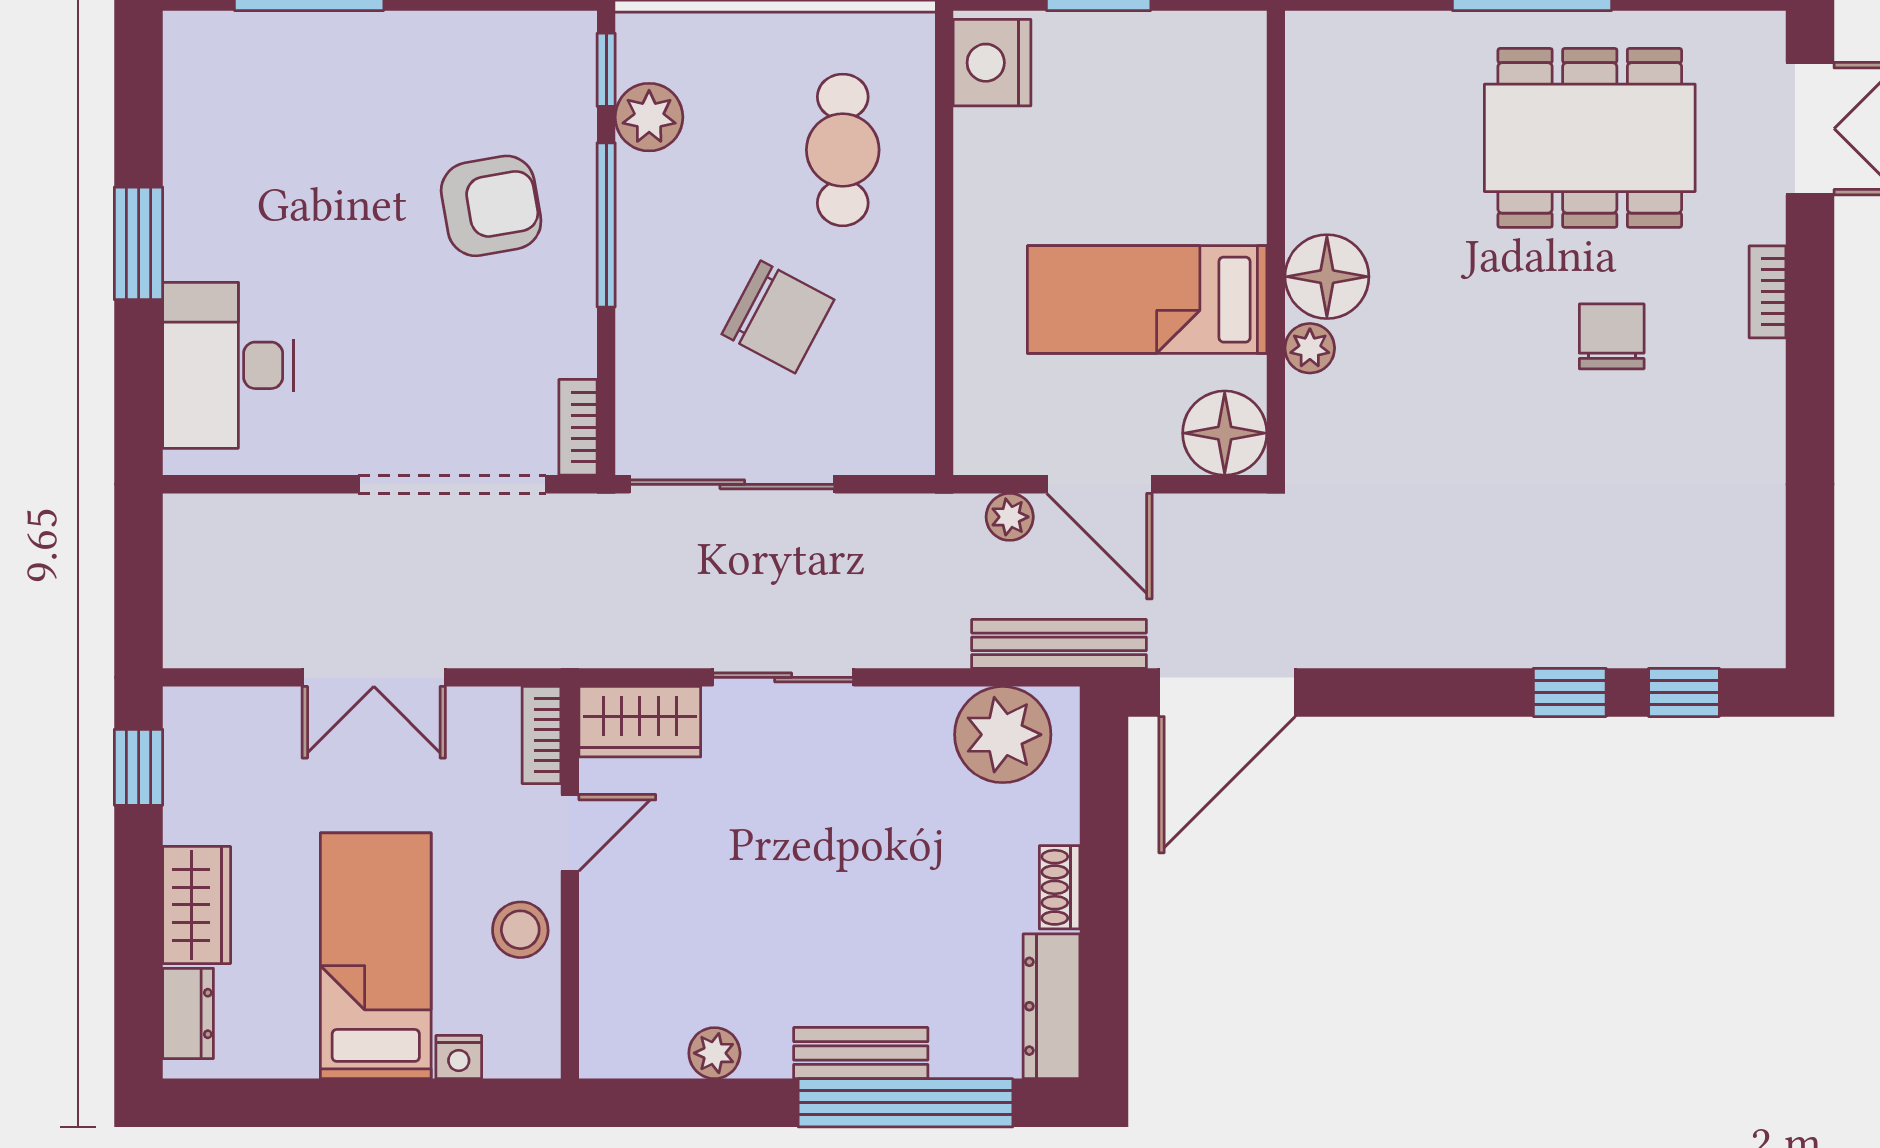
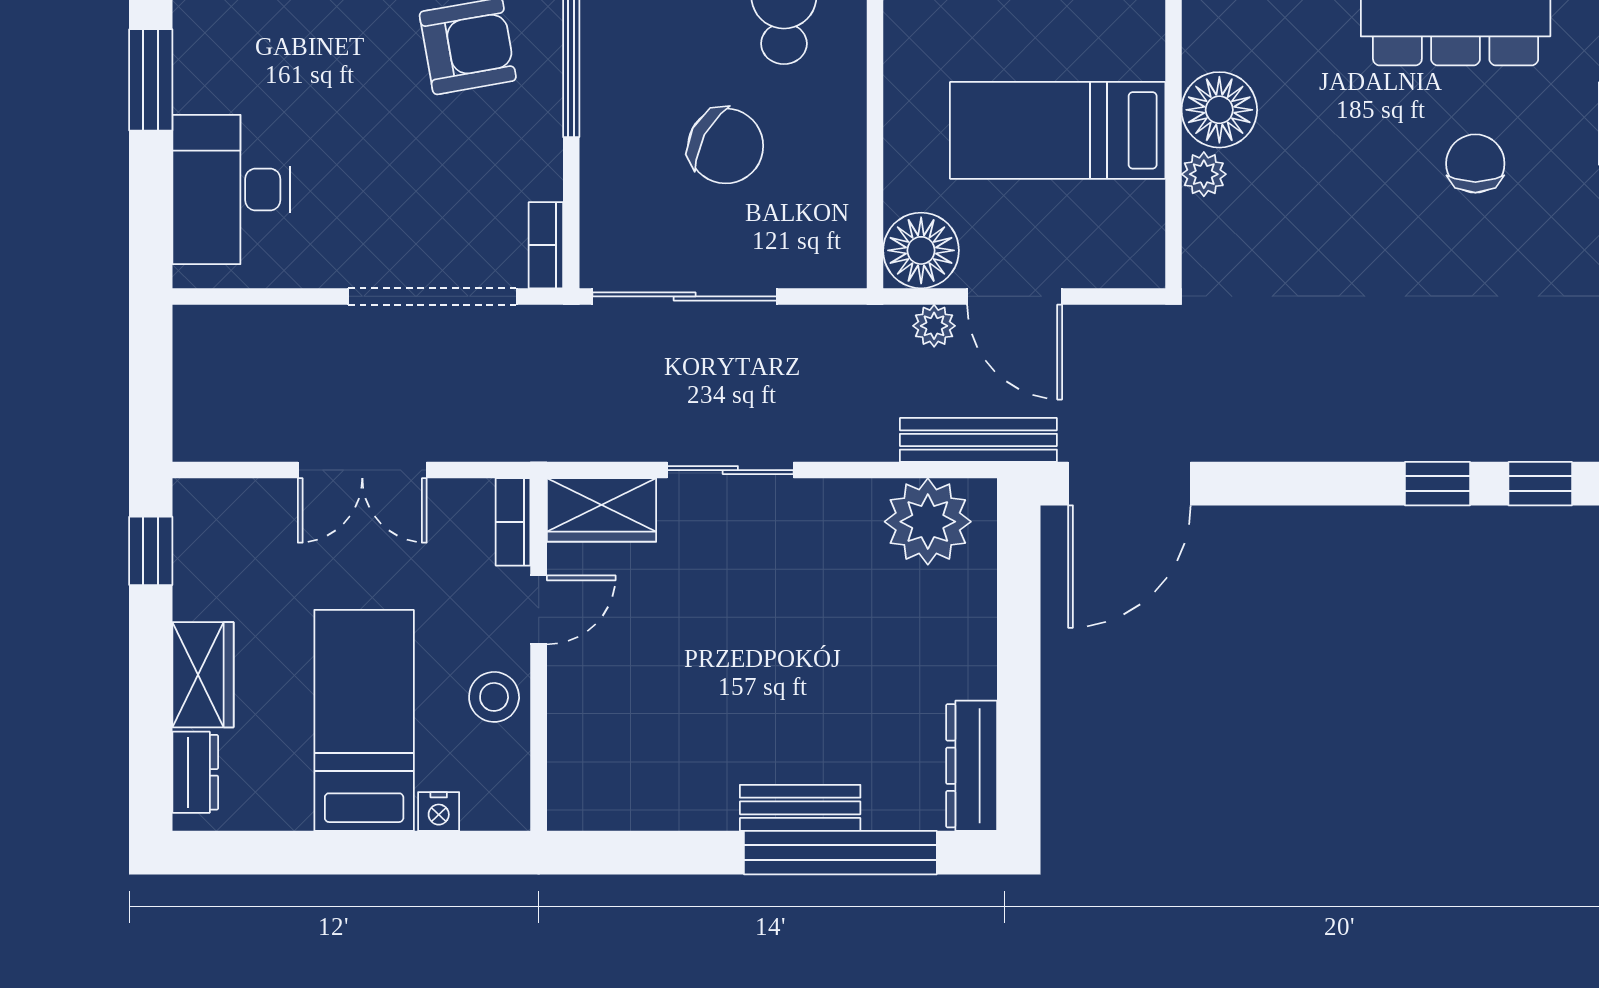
floor lamp: (1225, 433) -> (921, 250), moved
shoe rack: (1060, 887) -> (979, 659), removed
plant: (714, 1053) -> (669, 808), removed

